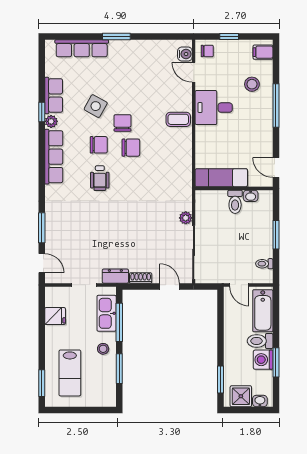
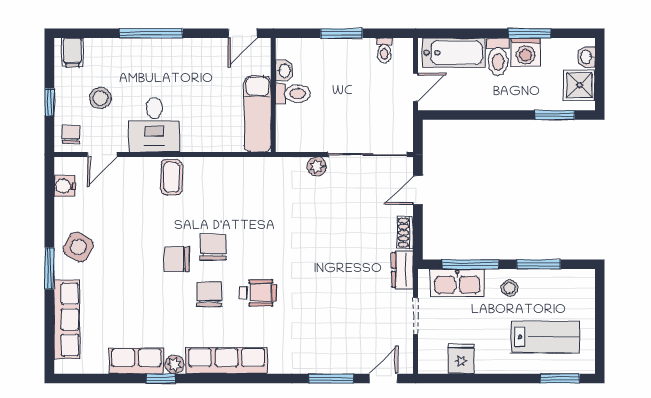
water cooler: (185, 54) -> (65, 186), moved, turned -90
stool: (252, 84) -> (100, 98), moved
side table: (96, 106) -> (78, 247), moved

